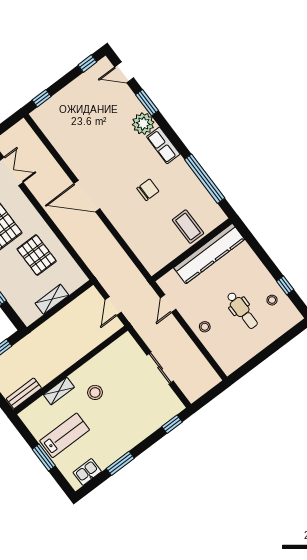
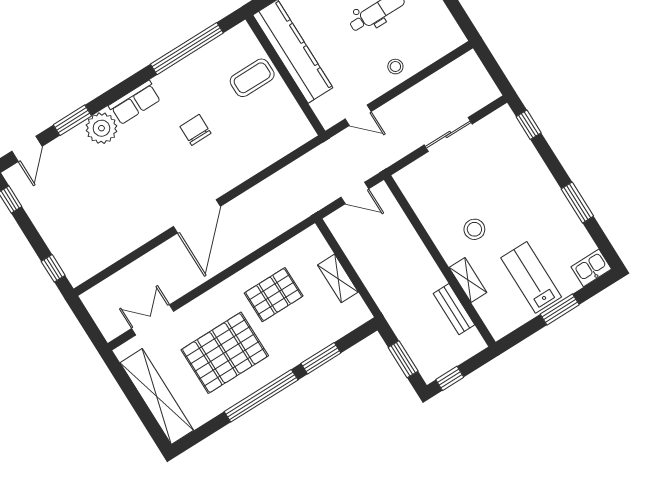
bench: (24, 393) -> (454, 309), moved
kitchen sink: (87, 472) -> (591, 268), moved, turned 90

